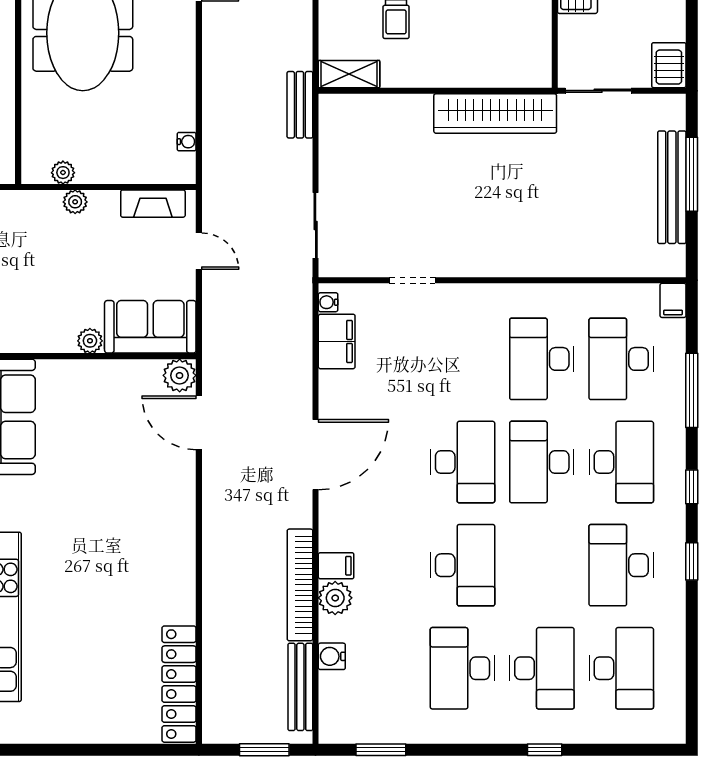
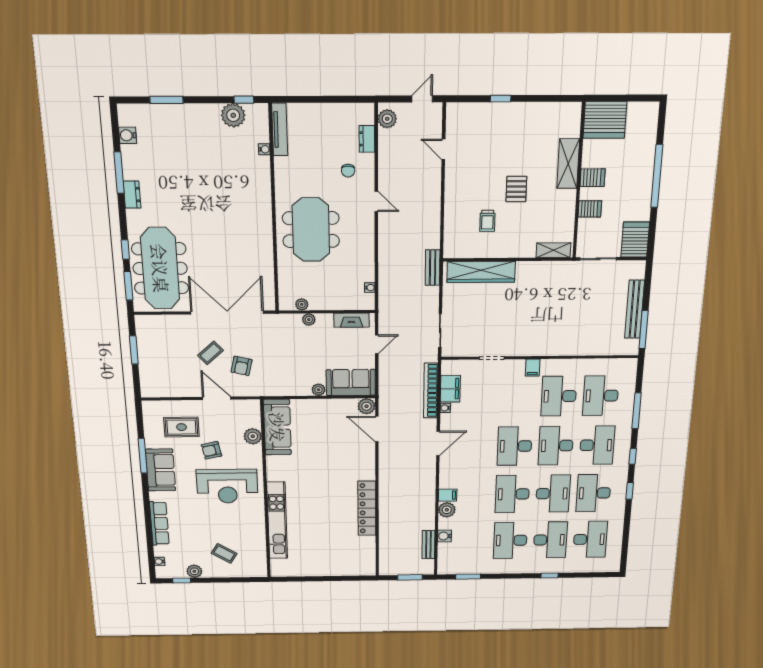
server rack: (669, 65) -> (635, 240), width x1.36, depth x1.44
shelving: (349, 74) -> (553, 250), moved
wardrobe: (495, 113) -> (481, 272), moved
window: (692, 174) -> (644, 330), moved
door: (199, 251) -> (377, 344), hinge flipped
filing cabinet: (673, 300) -> (533, 368), moved
water cooler: (328, 302) -> (445, 408), moved
door: (316, 455) -> (438, 443), width x0.73
desk: (463, 462) -> (515, 446), turned 180
desk: (463, 565) -> (512, 494), turned 180
desk: (542, 565) -> (553, 494), added
bookcase: (300, 585) -> (431, 391), moved
locker: (179, 684) -> (367, 508), moved
bench: (300, 687) -> (428, 545), width x0.73

